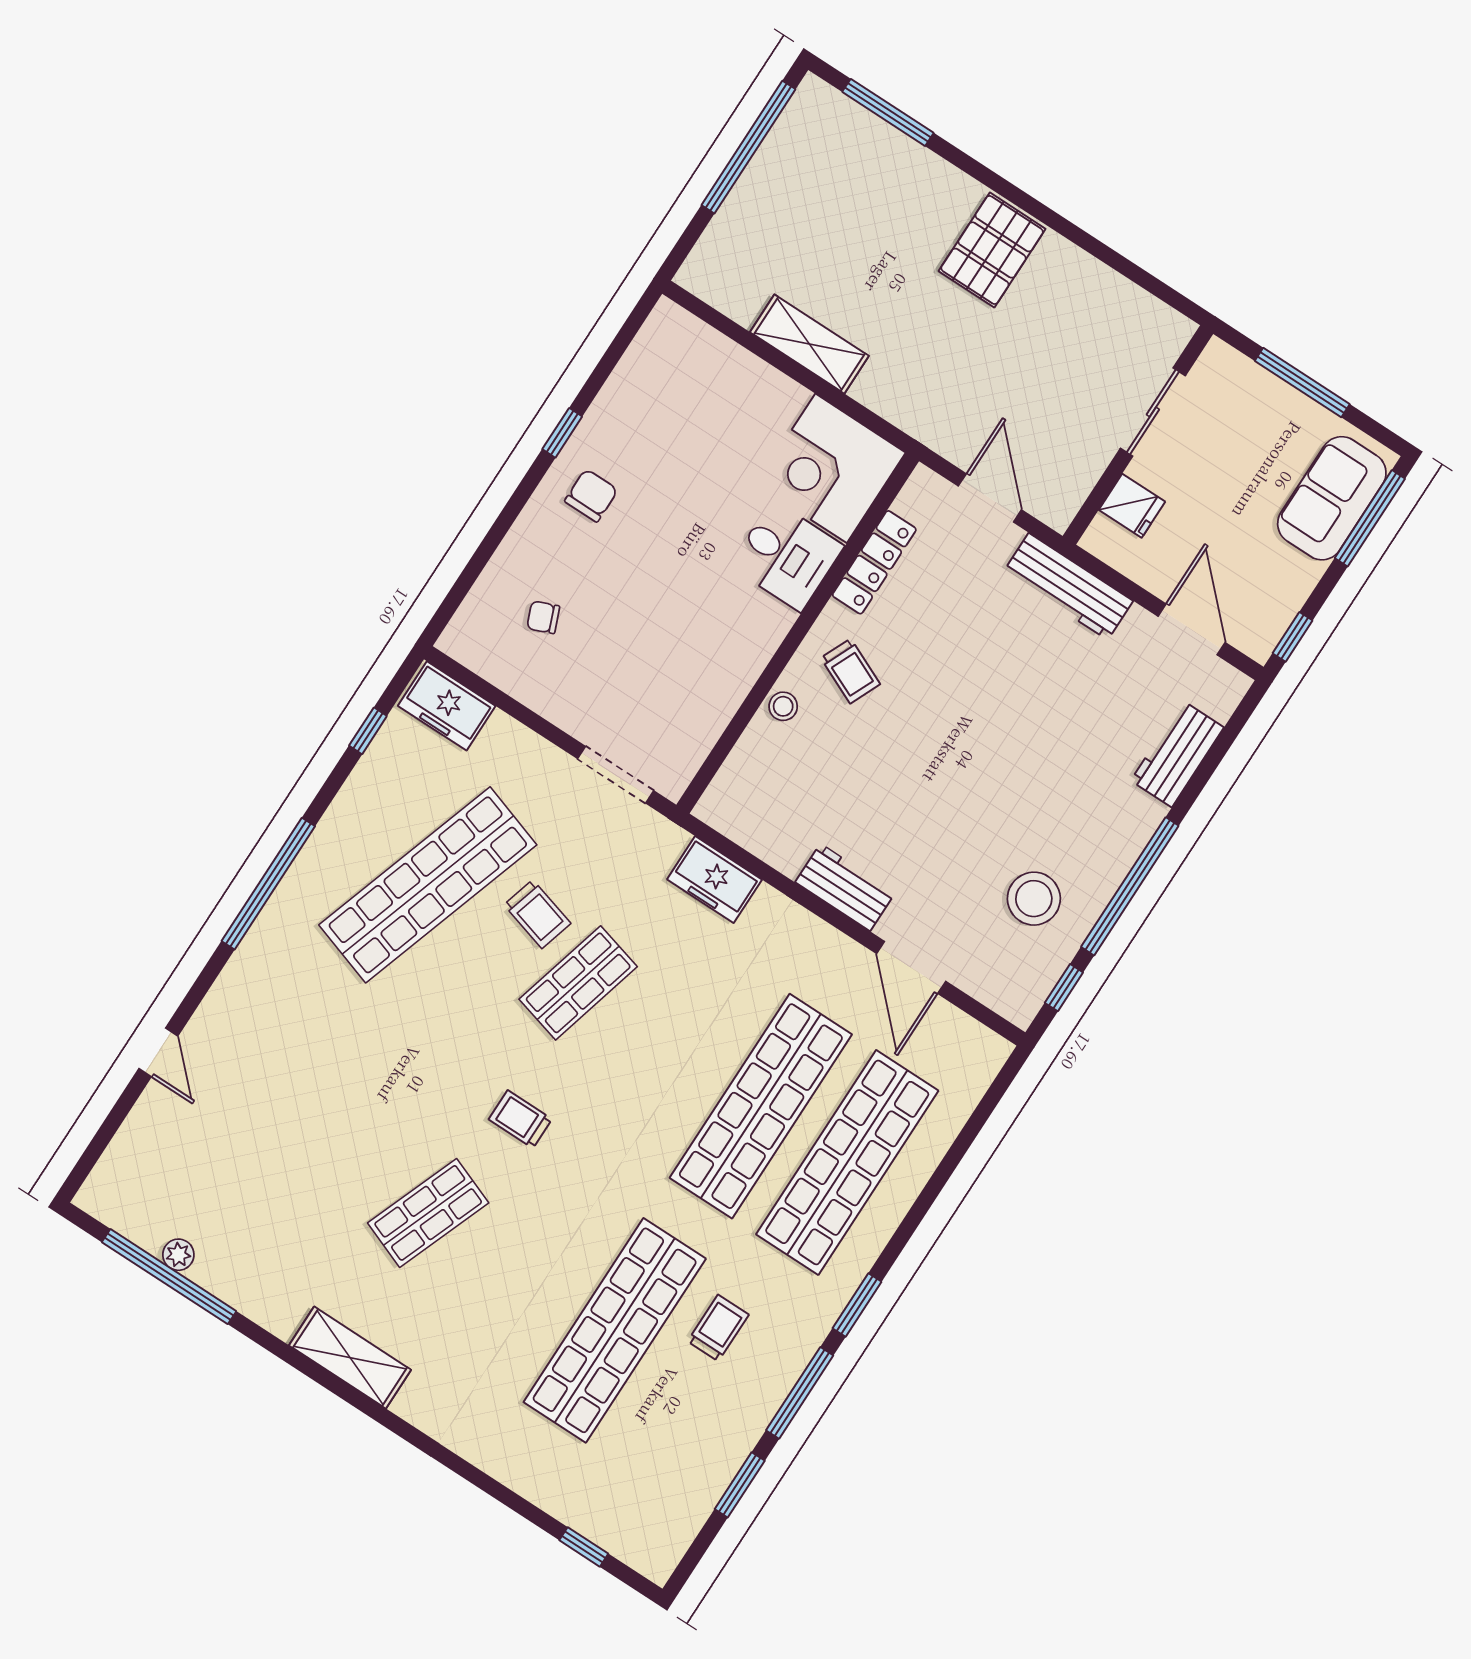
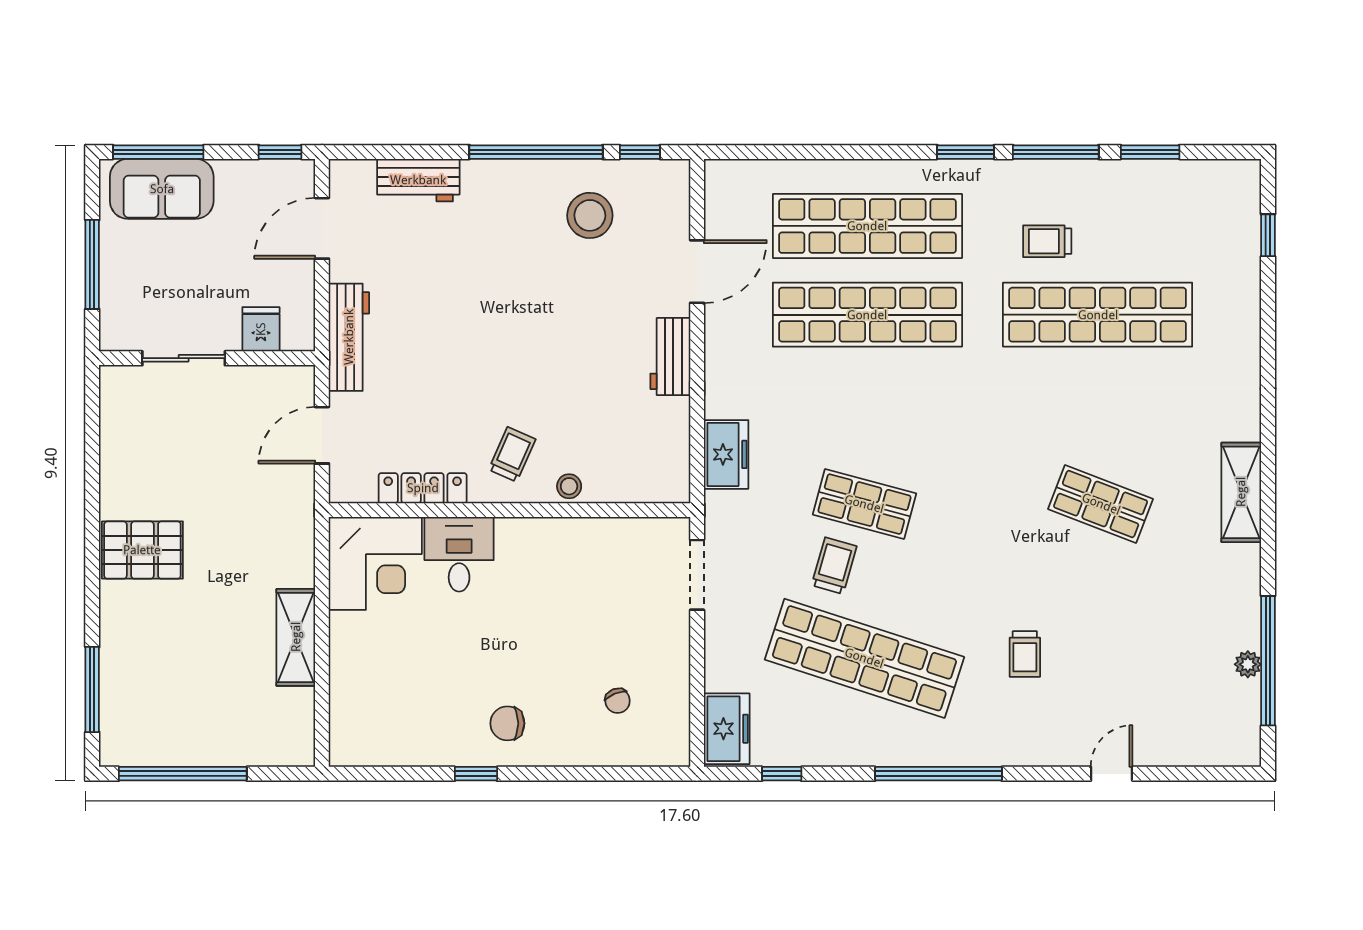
trolley: (520, 1119) -> (1025, 654), moved

